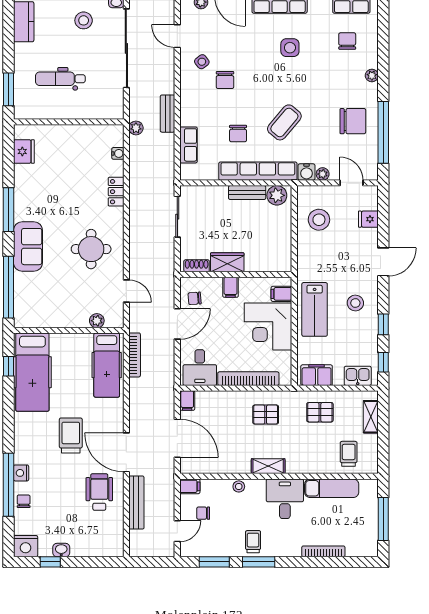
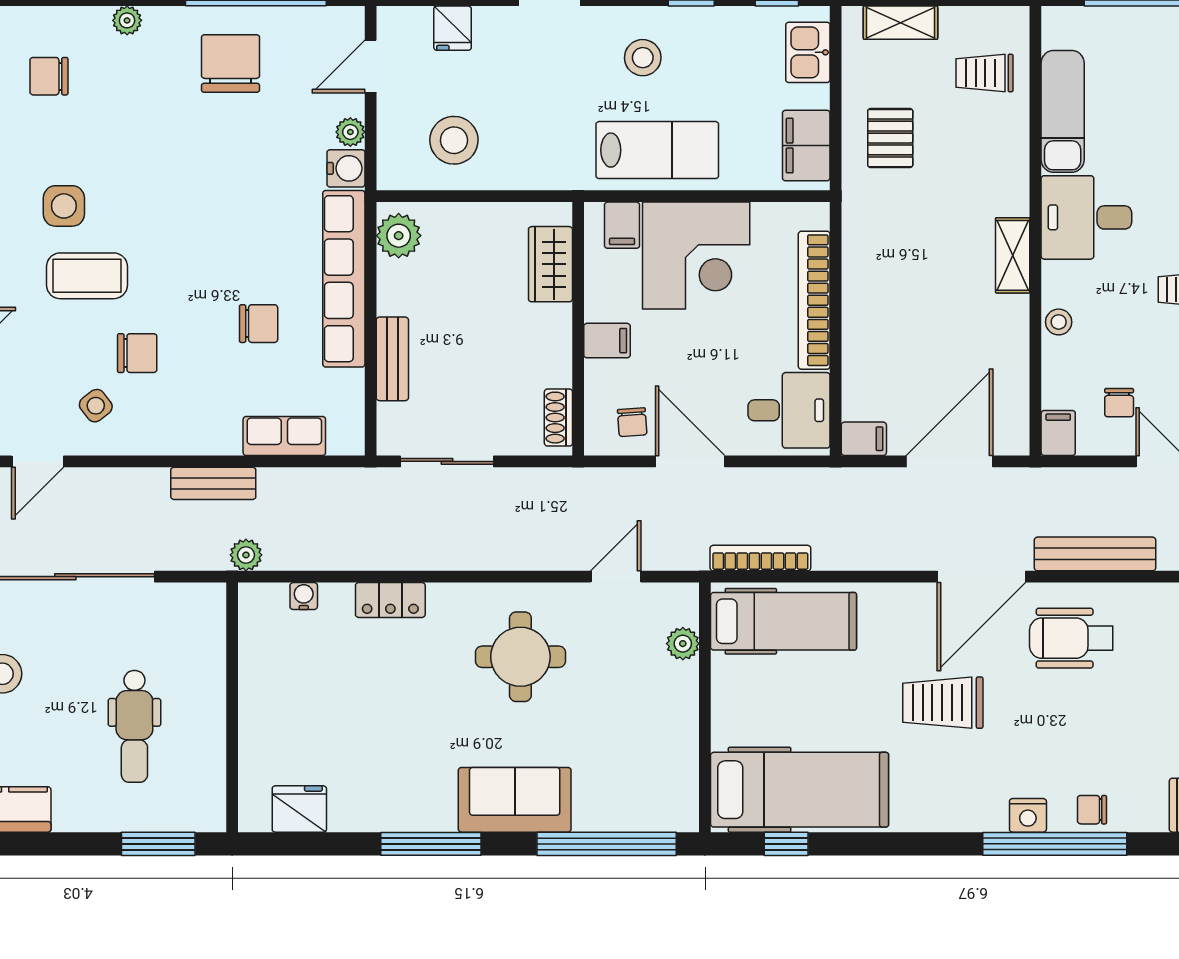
coffee table: (284, 122) -> (87, 276), moved, turned -40
bench: (247, 193) -> (392, 359), moved
wardrobe: (227, 262) -> (550, 264), moved
pallet: (266, 415) -> (896, 261), removed

